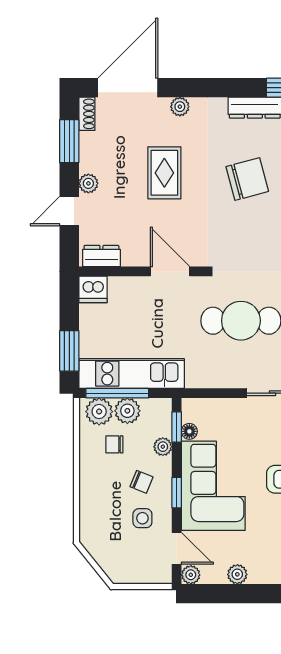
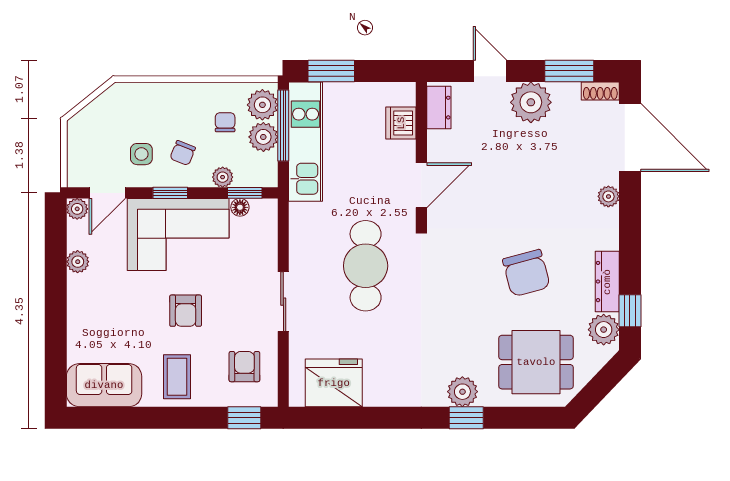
rug: (164, 173) -> (533, 179), removed
plant: (88, 183) -> (531, 102), width x1.87, depth x1.87
dishwasher: (93, 289) -> (401, 123), moved

